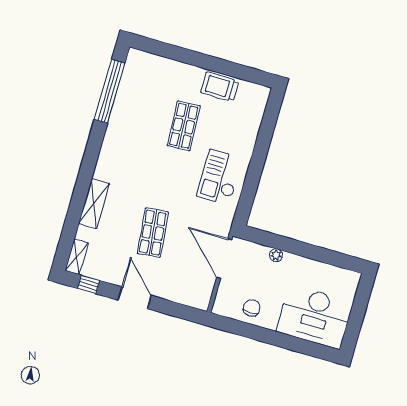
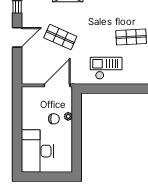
shop shelf: (153, 233) -> (60, 37), turned 30
chair: (252, 308) -> (54, 119), moved

